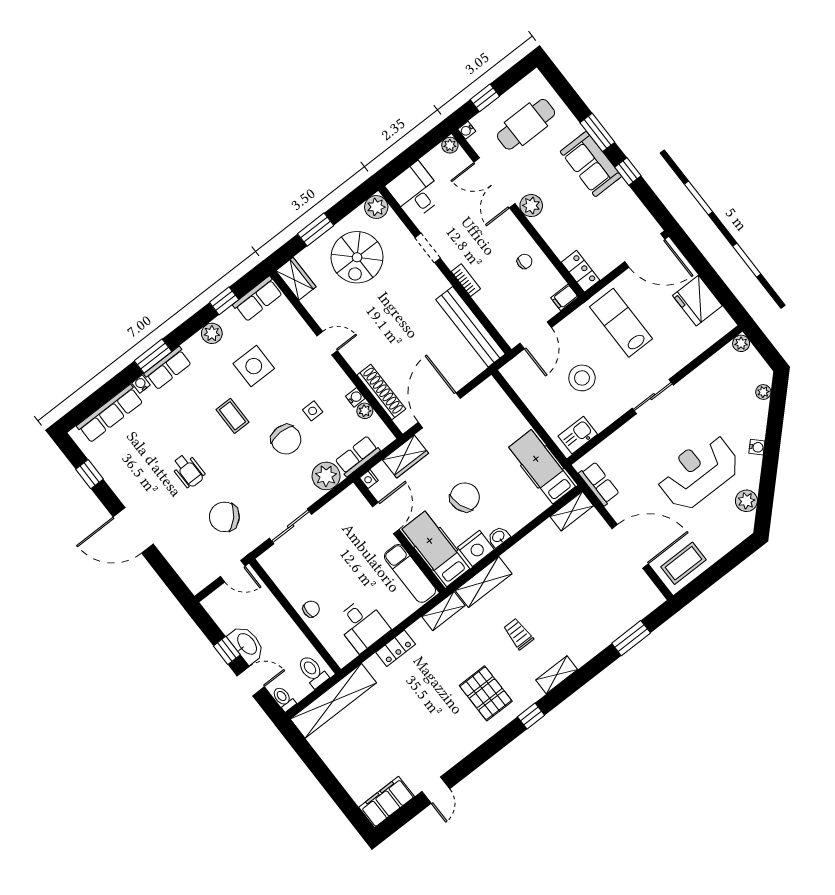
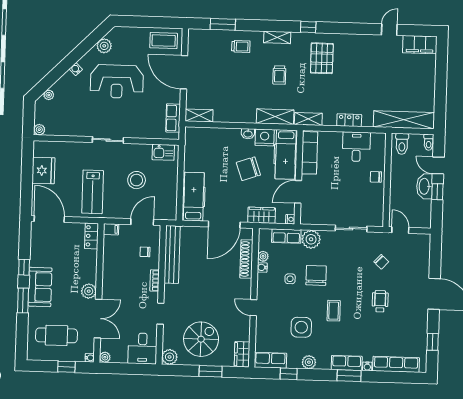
chair: (525, 261) -> (145, 252), moved
hospital bed: (542, 467) -> (194, 197), moved, turned 180
chair: (224, 517) -> (381, 262), width x0.54, depth x0.54
trolley: (590, 630) -> (241, 46), added

